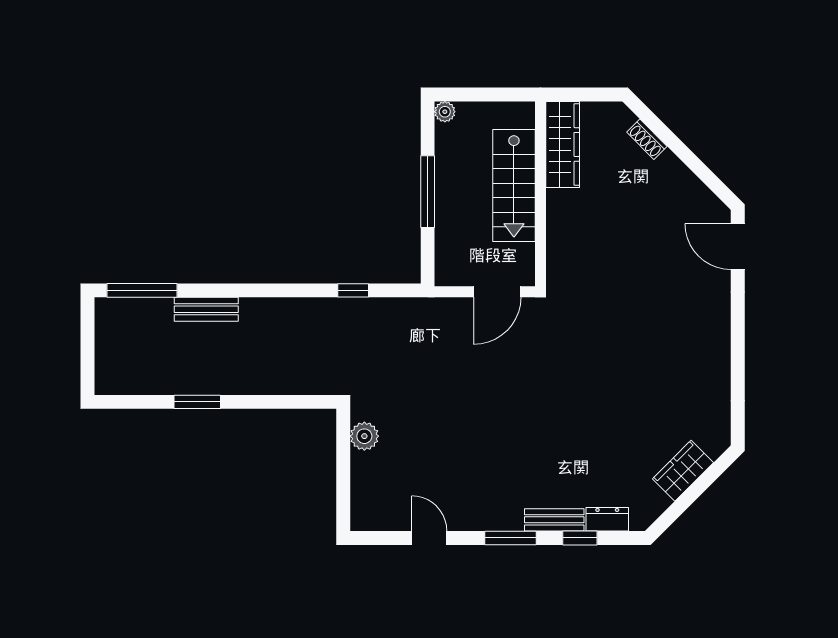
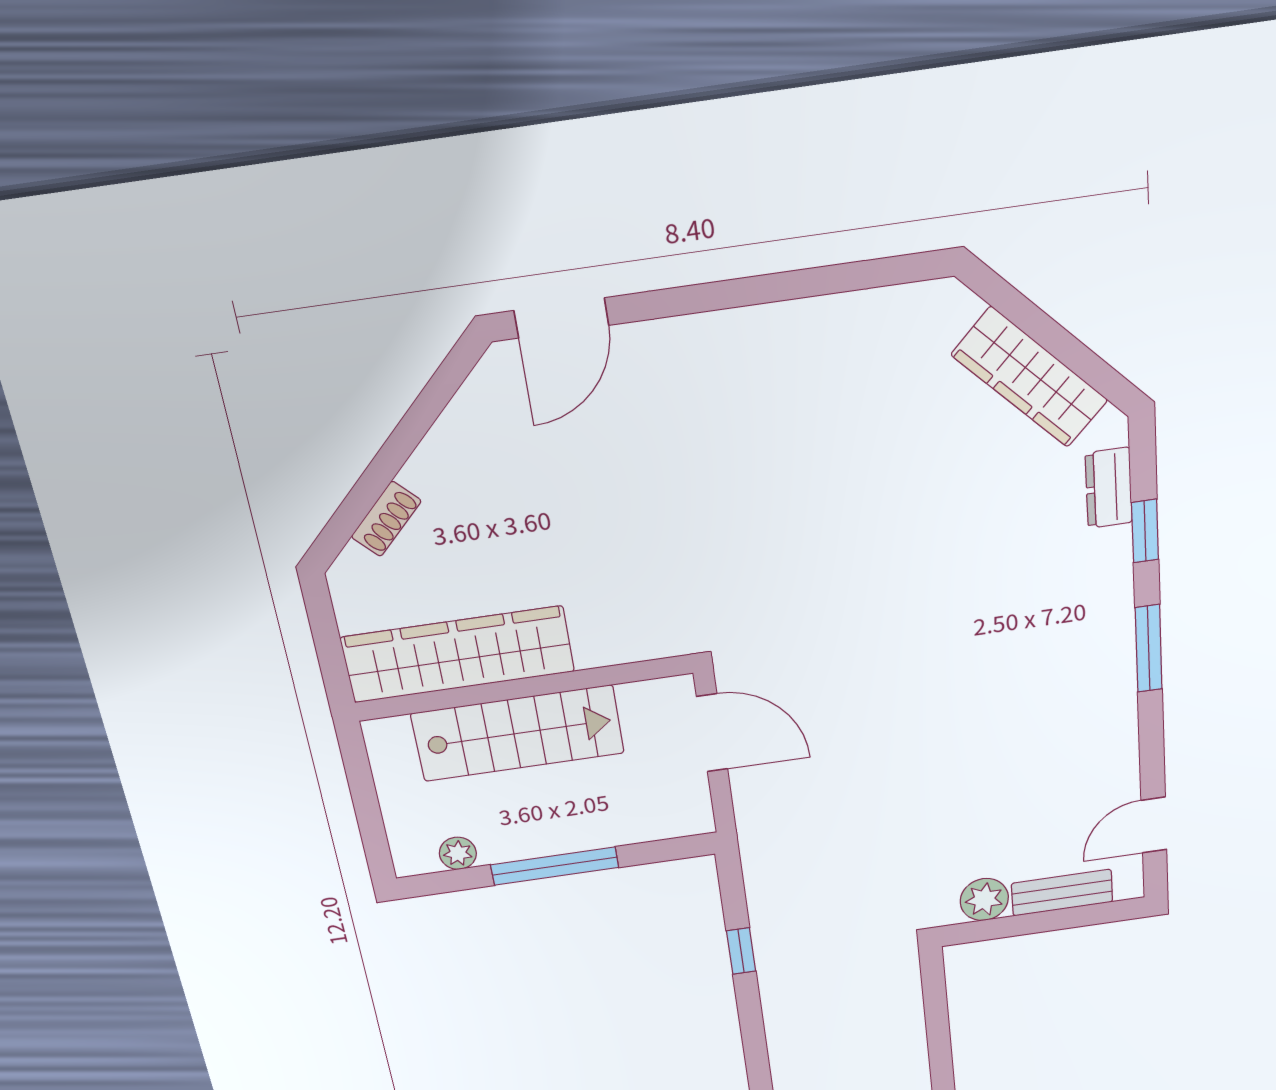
plant: (445, 112) -> (458, 853), moved
wardrobe: (563, 144) -> (458, 654), width x1.40, depth x1.17
wardrobe: (683, 471) -> (1030, 377), width x1.50
bench: (554, 520) -> (1062, 893), moved, turned 90
door: (429, 538) -> (1154, 825), moved

